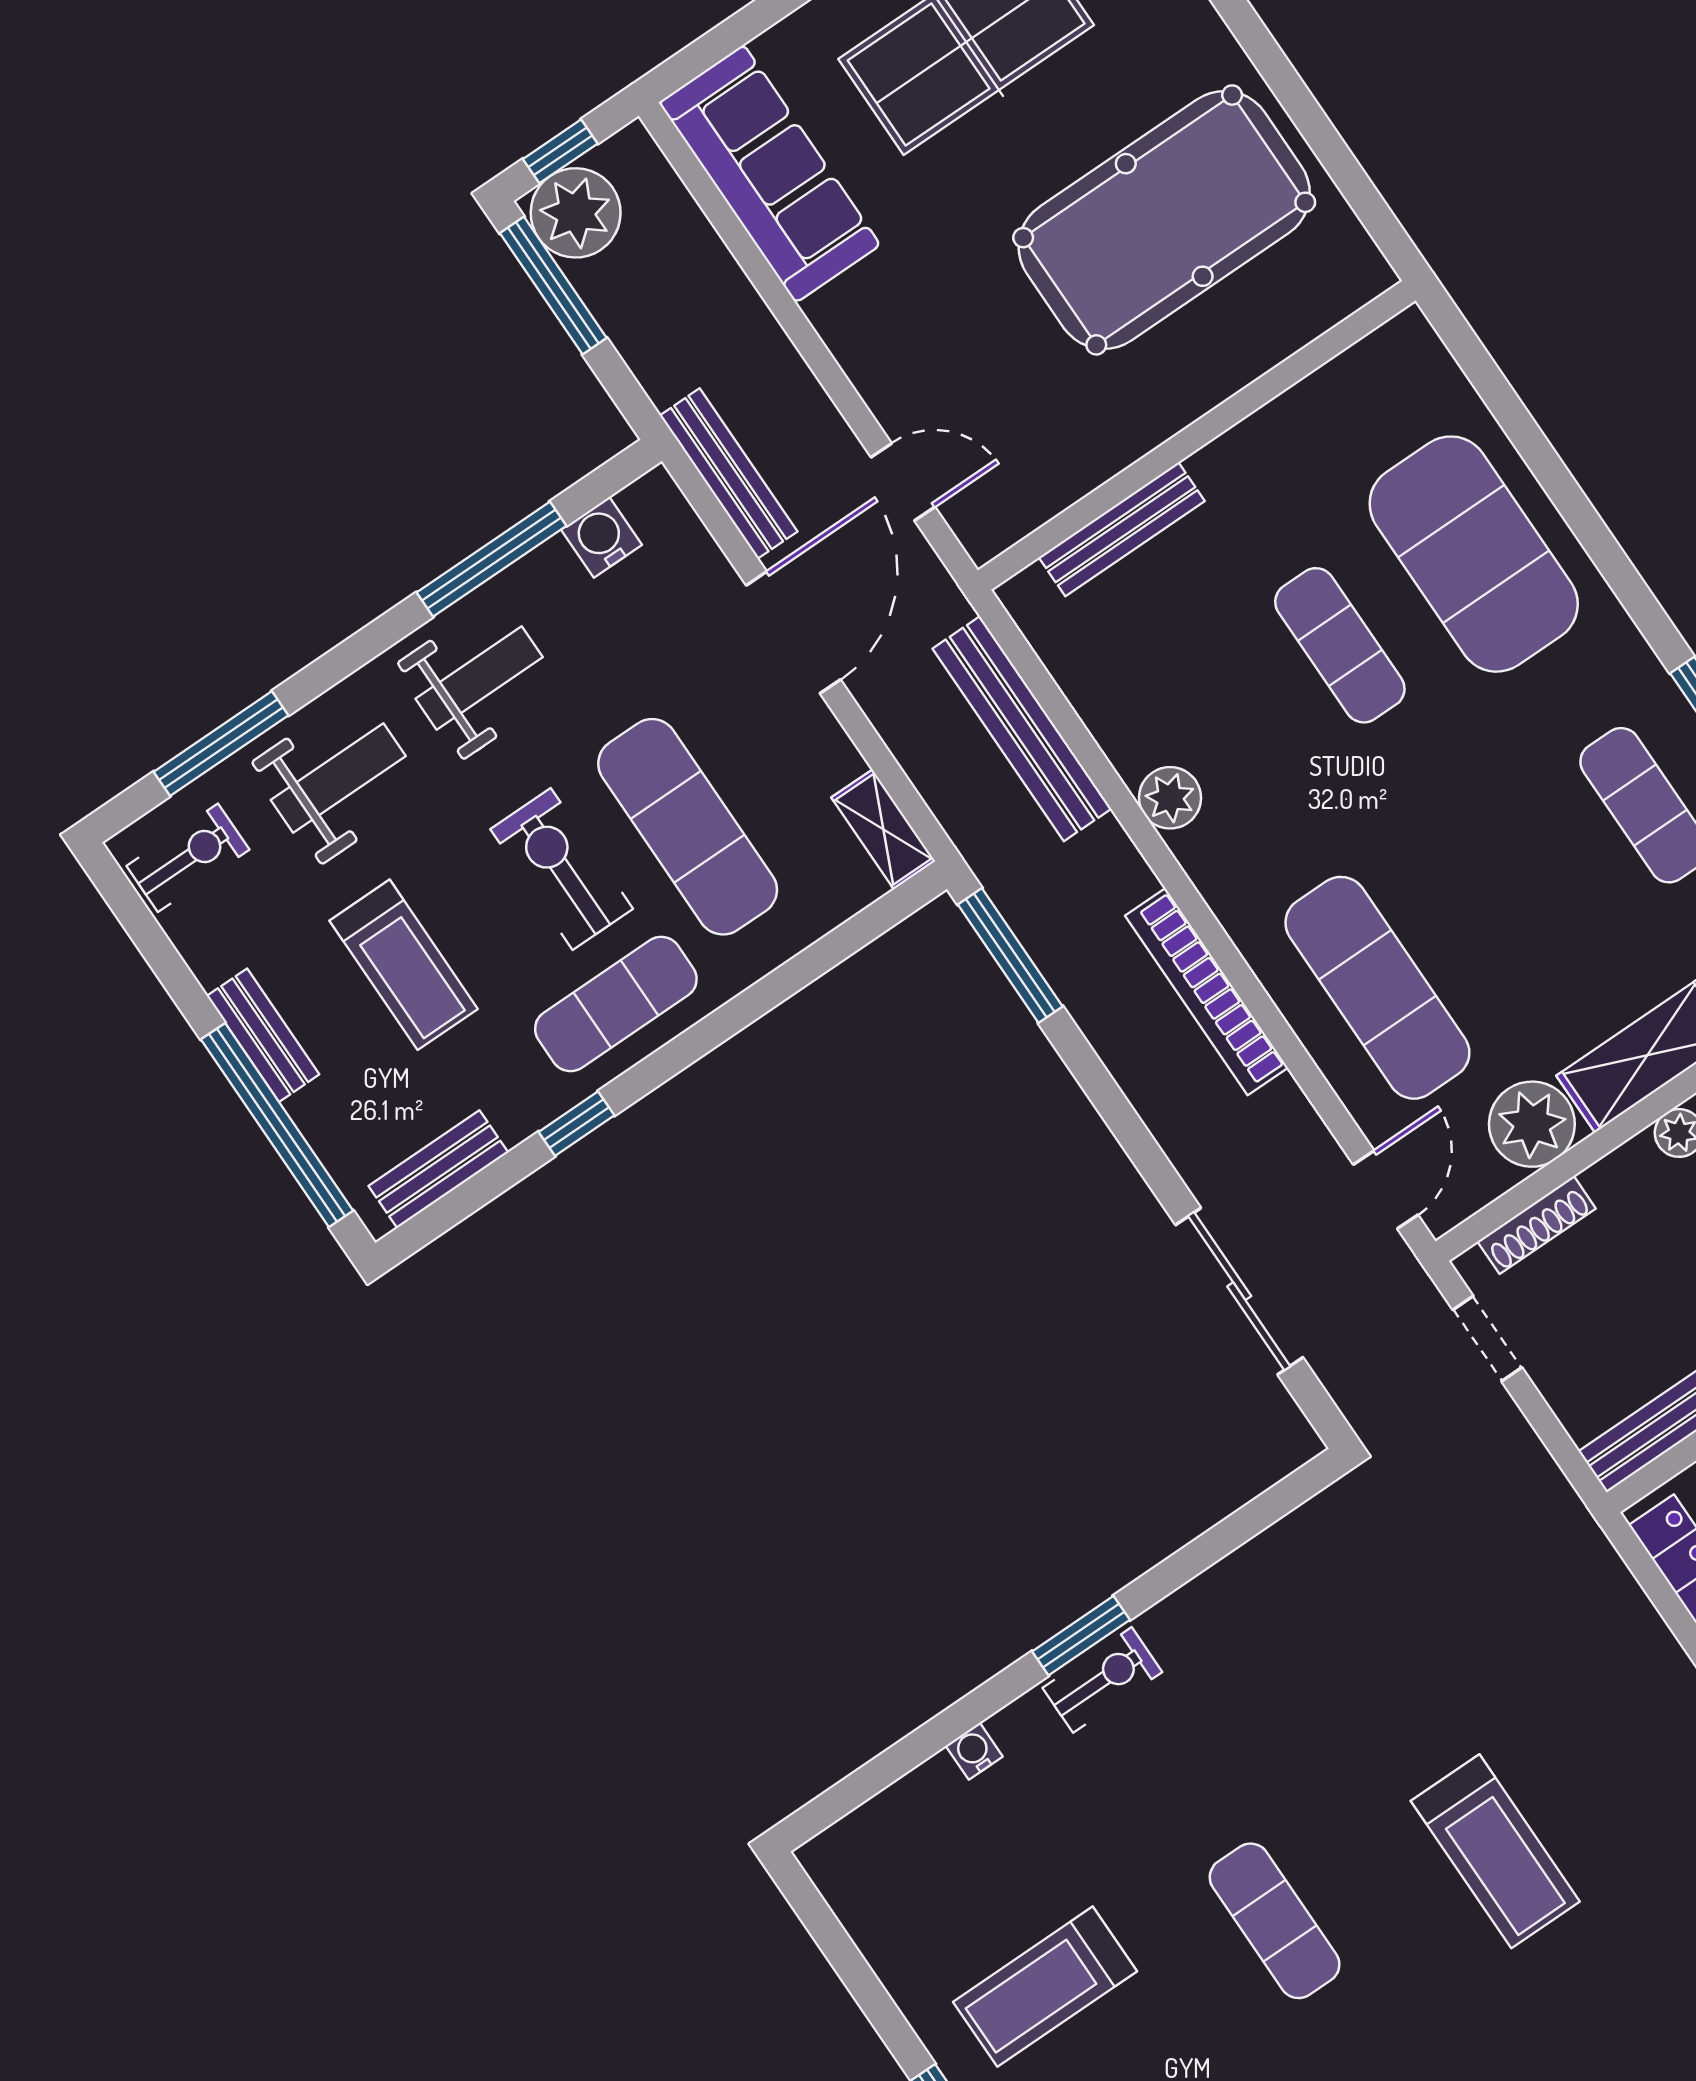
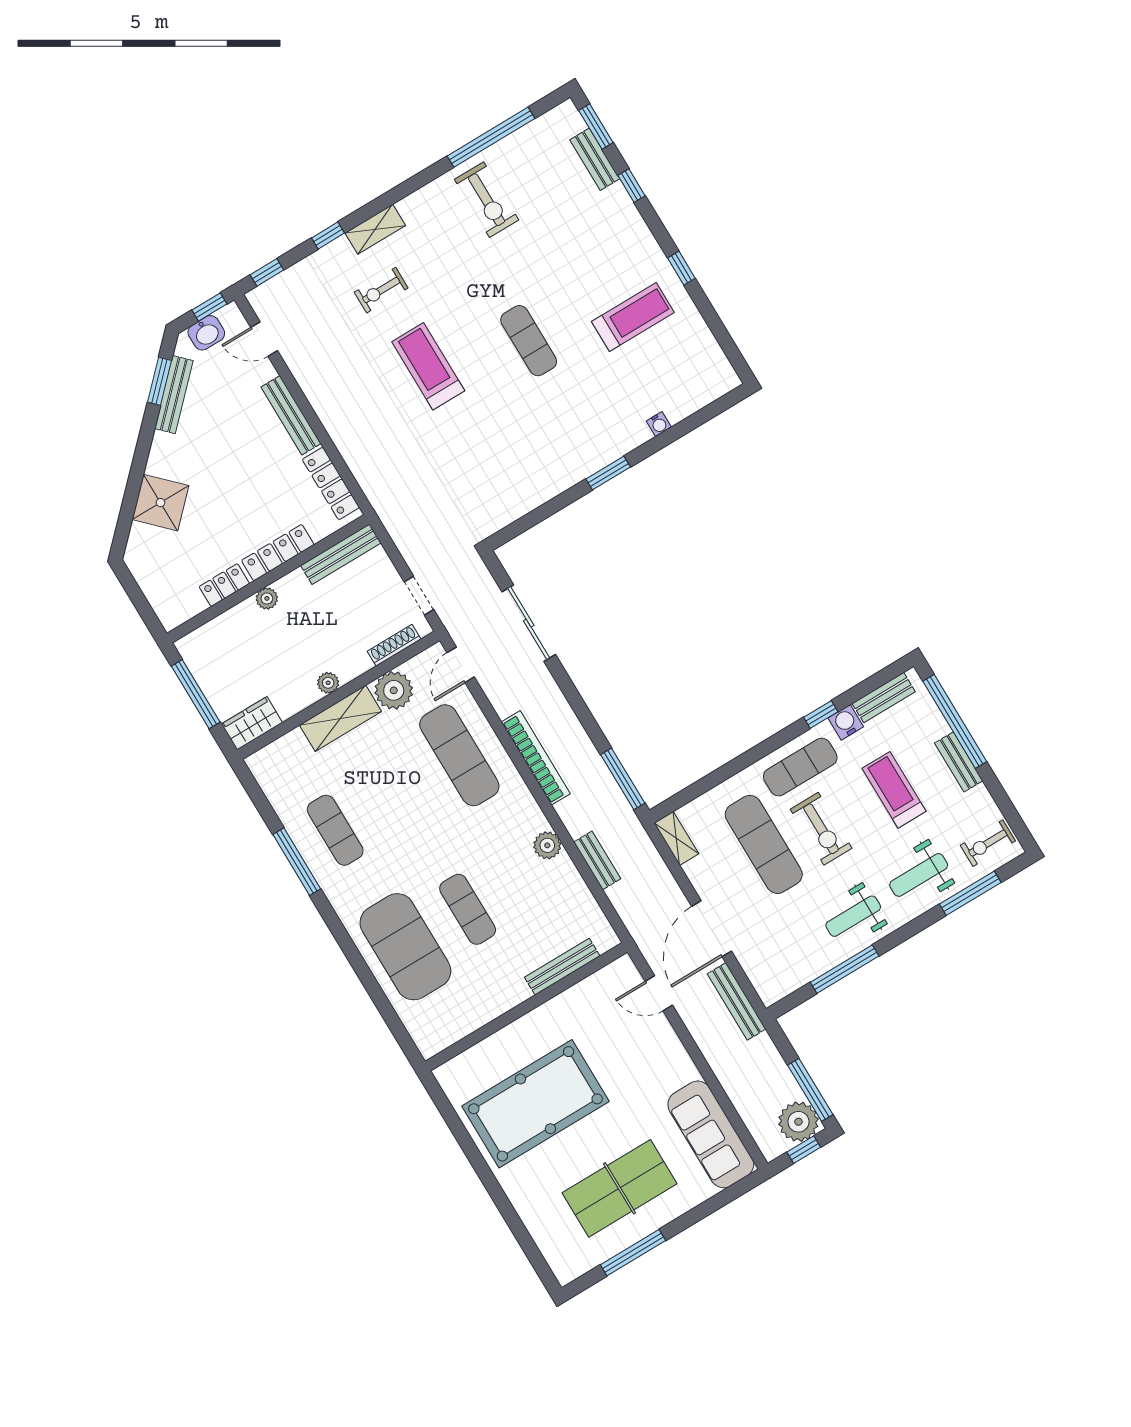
water cooler: (601, 537) -> (846, 722), moved, turned 180
bench: (1022, 729) -> (597, 860), width x0.54, depth x0.82
exercise bike: (1102, 1680) -> (381, 290), moved

